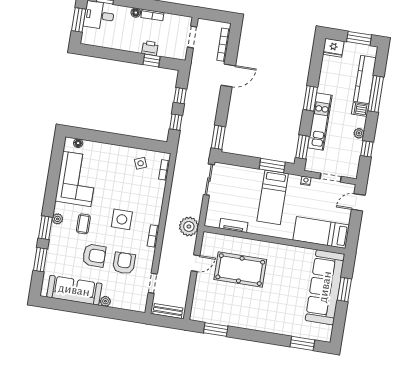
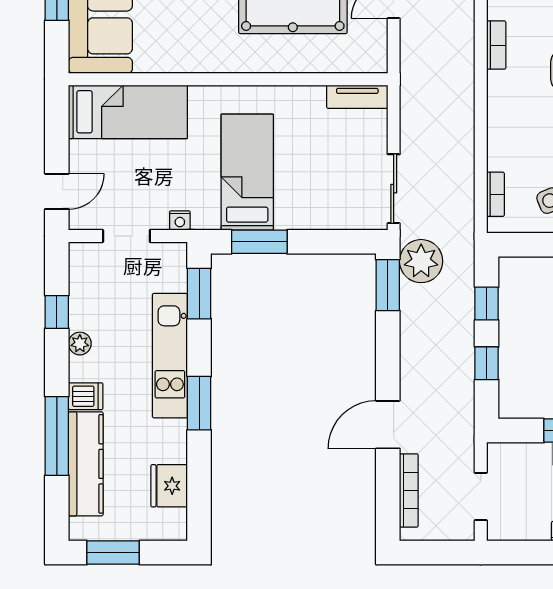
fridge: (333, 48) -> (169, 486), moved, turned -90
tv unit: (234, 225) -> (357, 97), moved
plant: (189, 227) -> (421, 261), moved

